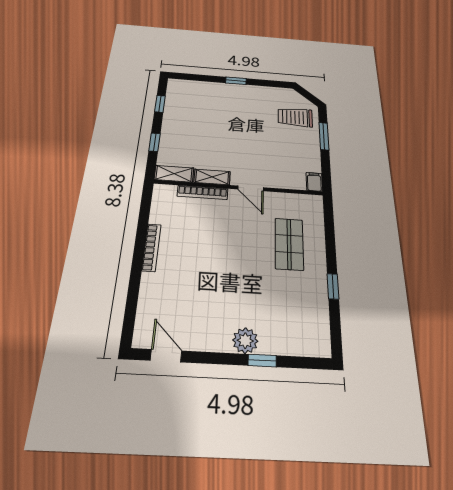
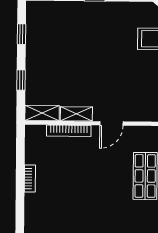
door: (251, 188) -> (111, 123), hinge flipped
bookcase: (151, 247) -> (30, 178), width x0.64

